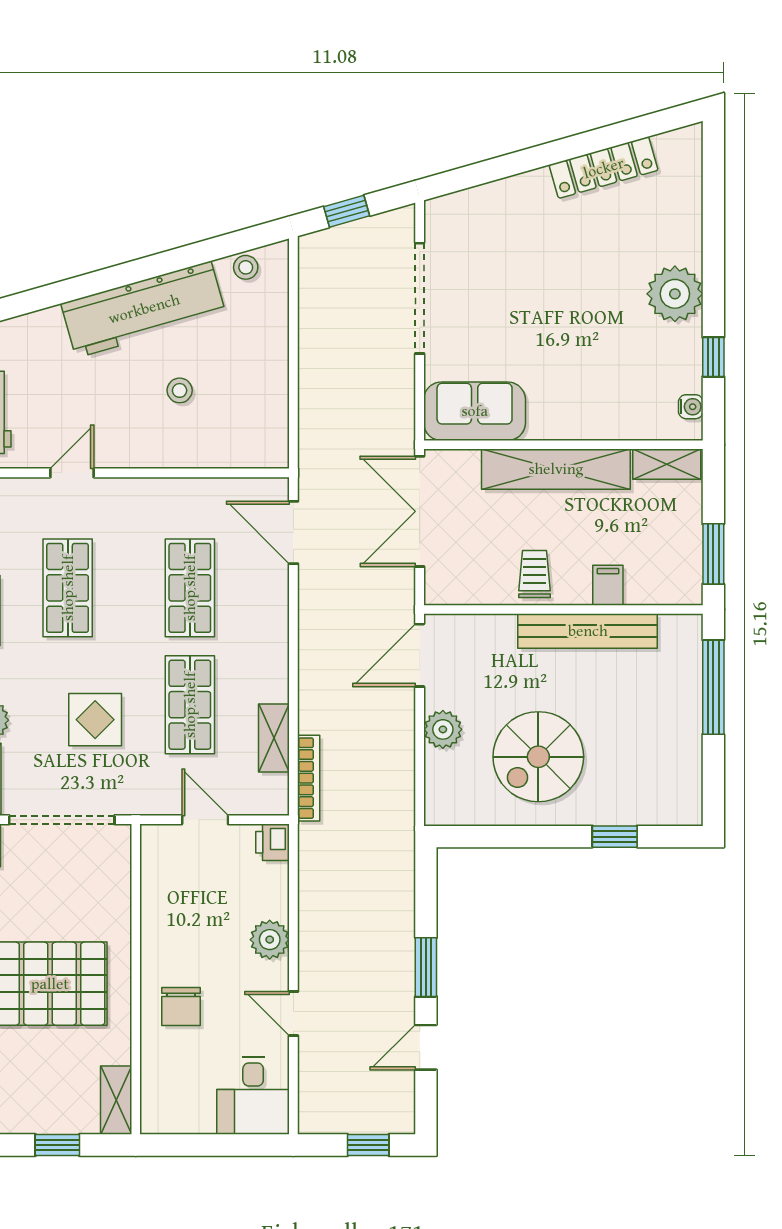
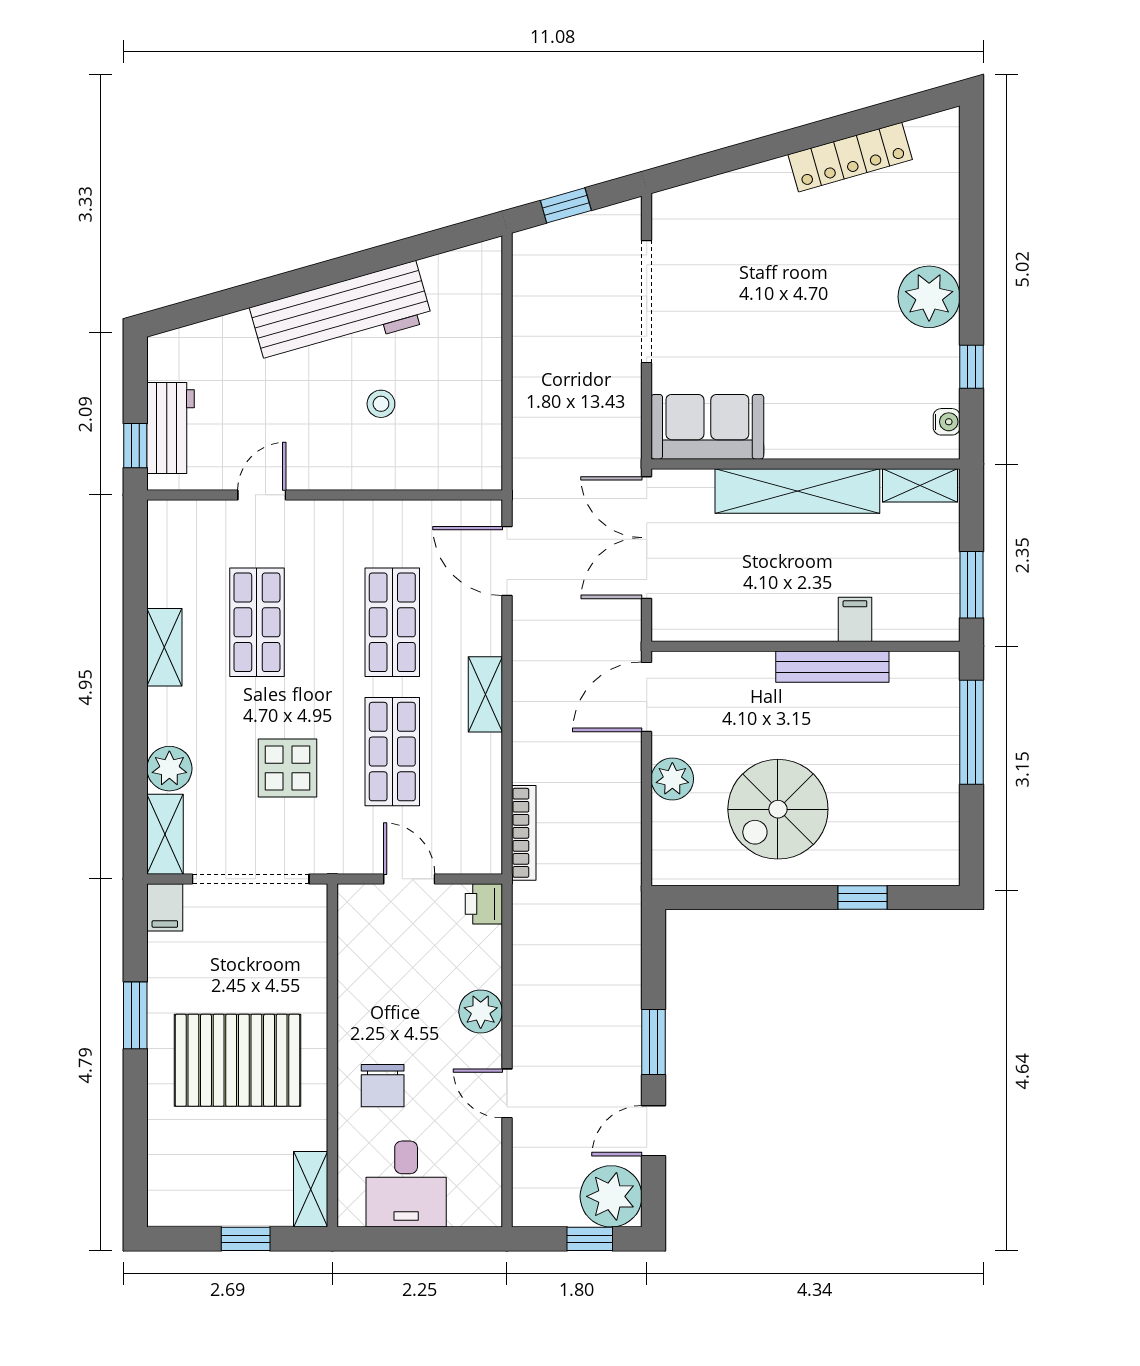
stool: (246, 267) -> (454, 268), removed
trolley: (534, 574) -> (774, 607), removed
bench: (588, 631) -> (832, 667), width x0.73, depth x0.82
shelving: (274, 738) -> (485, 694), moved
desk: (253, 1096) -> (406, 1184), moved
plant: (388, 1107) -> (611, 1196), added

